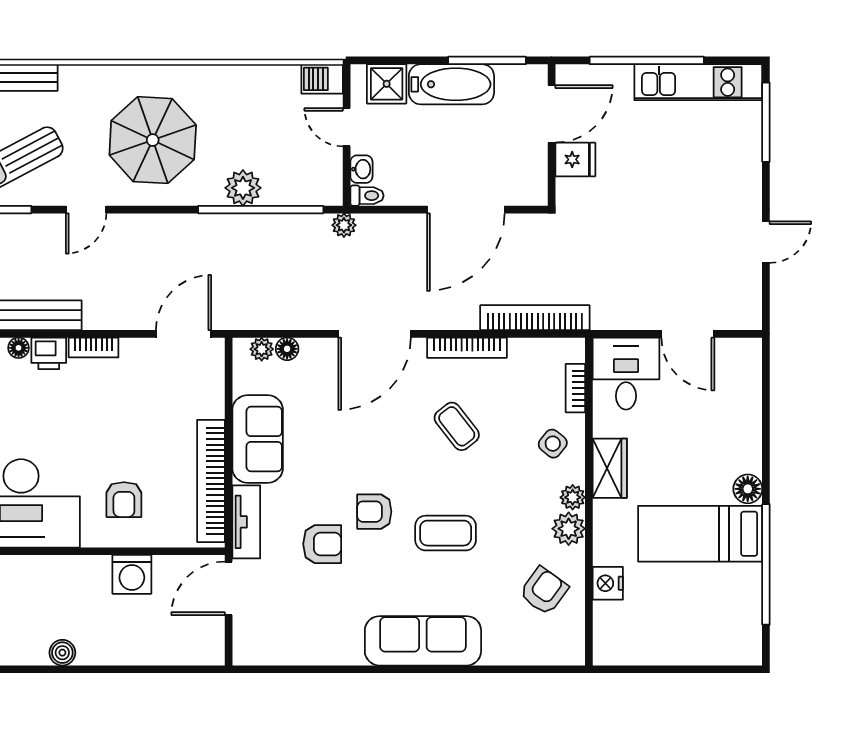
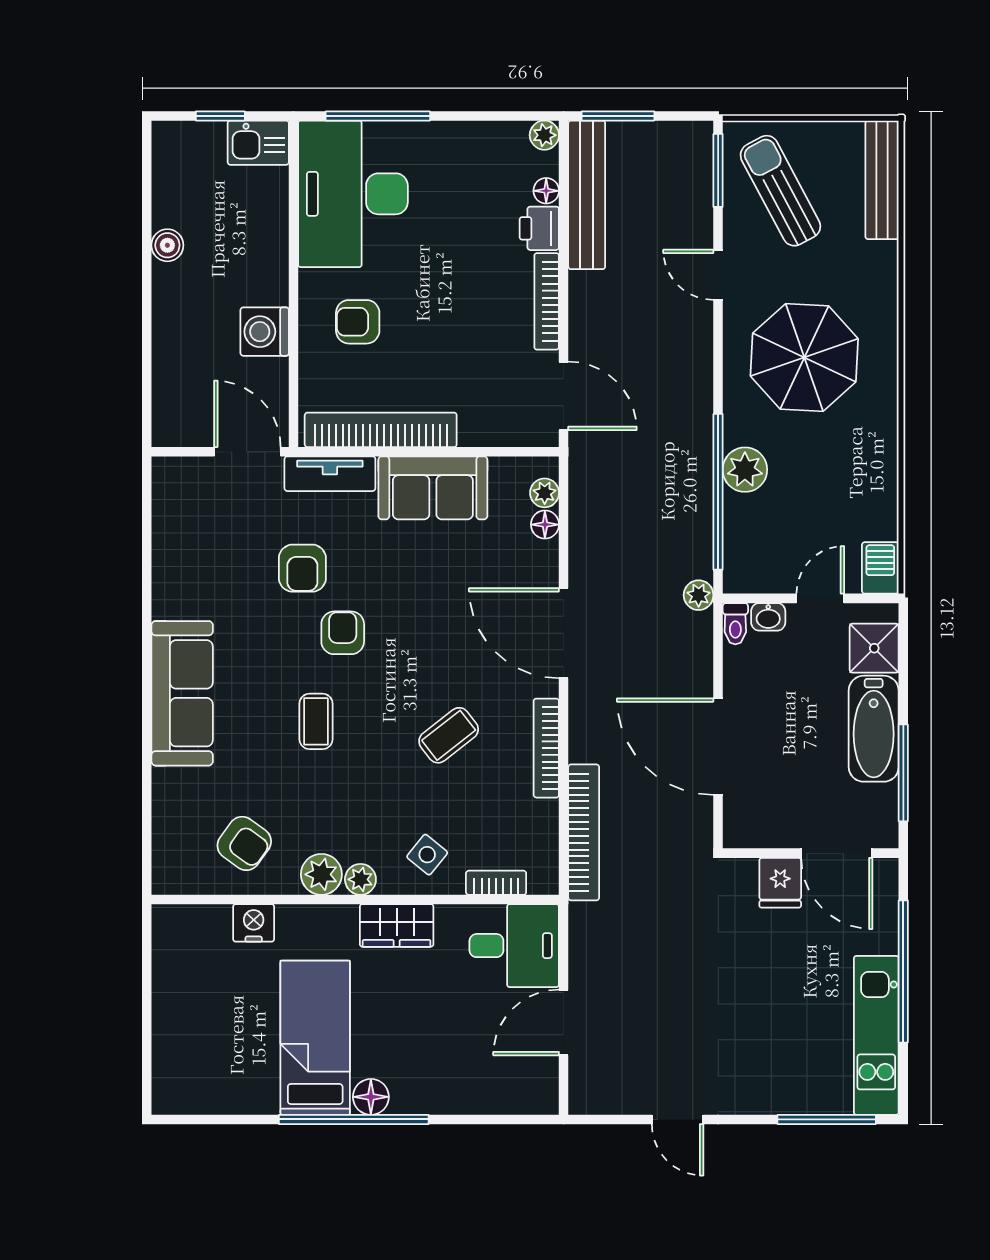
bookcase: (94, 347) -> (547, 301), width x1.56
coffee table: (446, 533) -> (316, 721), width x0.73, depth x0.77
window: (766, 564) -> (354, 1119), moved

